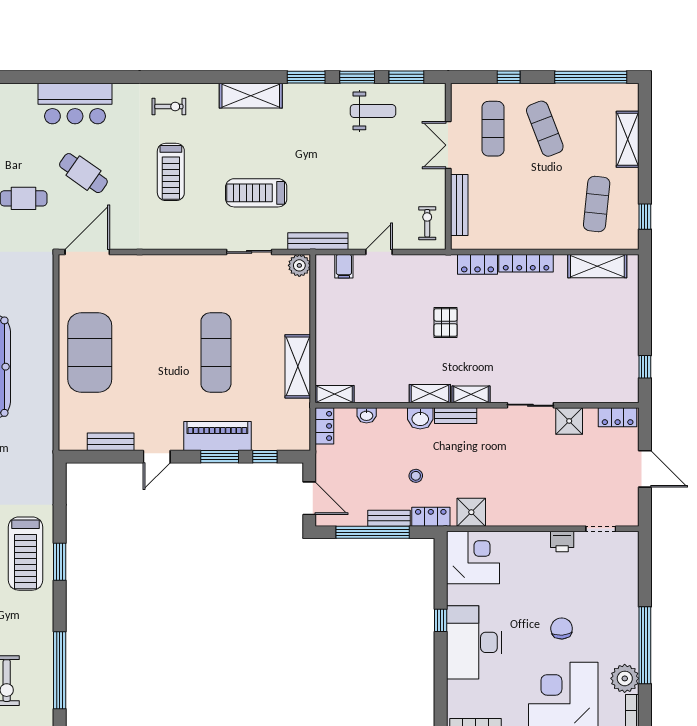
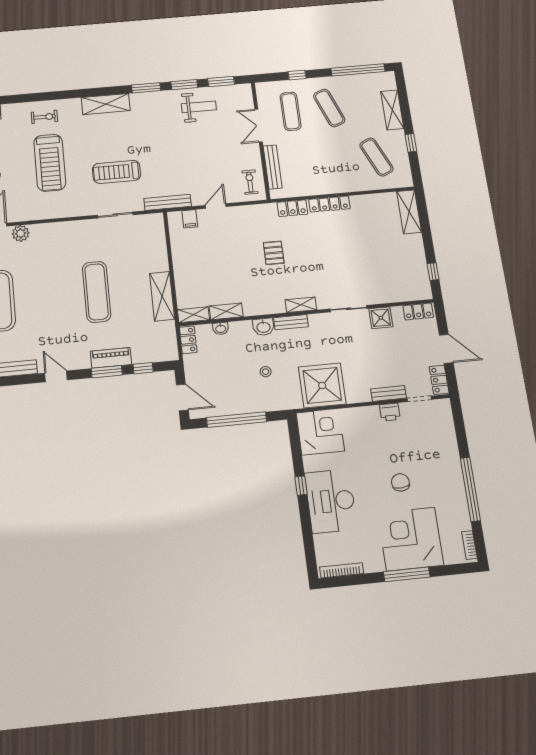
treadmill: (171, 172) -> (50, 163), width x1.37, depth x1.38
exercise mat: (597, 204) -> (376, 157), turned -30
window: (645, 217) -> (411, 143), moved
plant: (299, 265) -> (21, 233), moved
shelving: (597, 266) -> (409, 212), moved, turned 90
shelving: (430, 394) -> (226, 311), moved
piano: (217, 436) -> (111, 358), width x0.73, depth x0.75
door: (157, 457) -> (56, 376), swing flipped
shower: (471, 512) -> (322, 385), width x1.86, depth x1.86
locker: (431, 517) -> (439, 380), moved, turned -90
bench: (389, 518) -> (389, 393), moved
plant: (625, 678) -> (459, 519), removed

